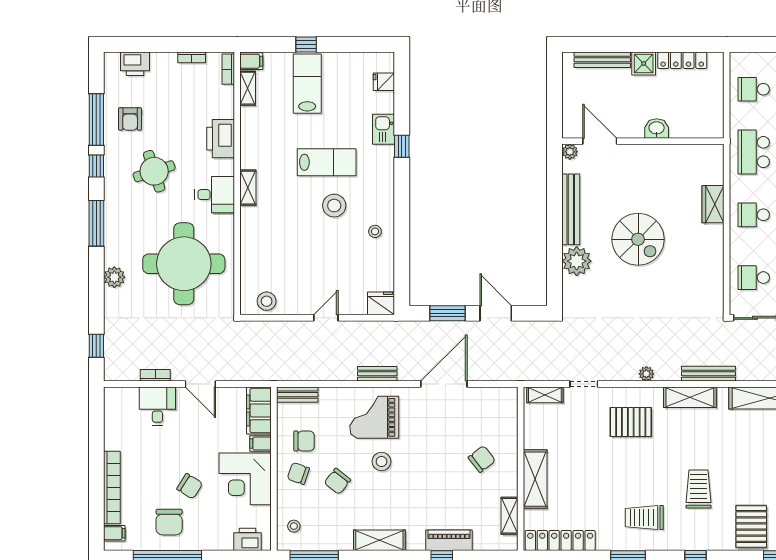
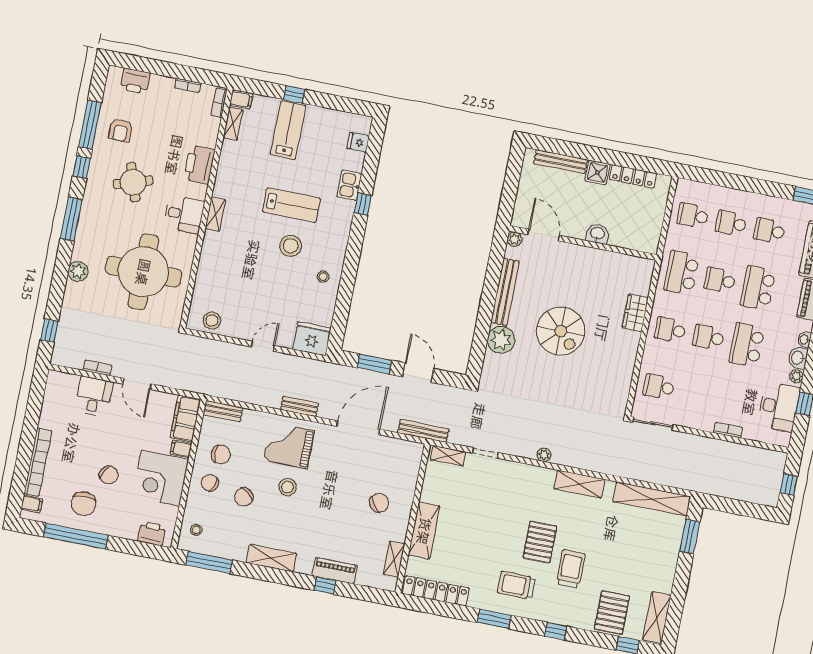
fridge: (381, 303) -> (312, 339), width x1.36, depth x1.34
bench: (708, 374) -> (423, 431), moved
pallet: (631, 422) -> (540, 542), moved, turned 90

